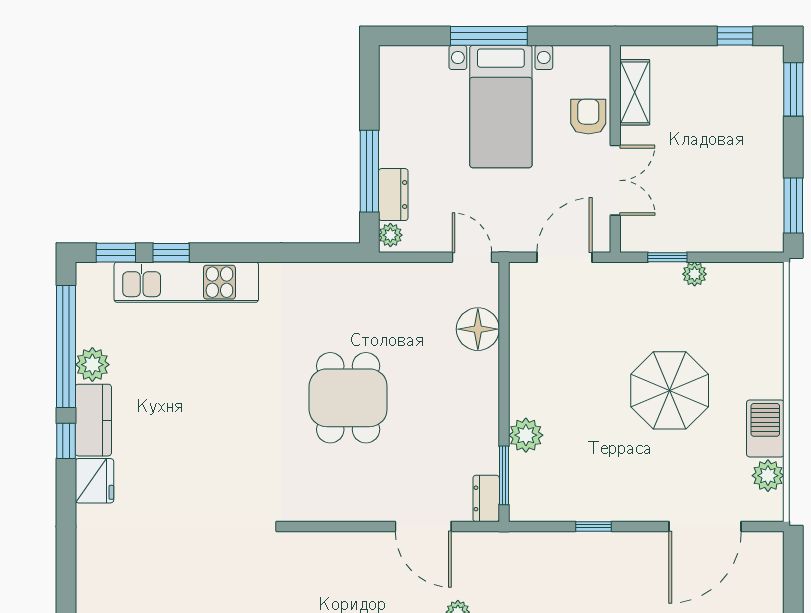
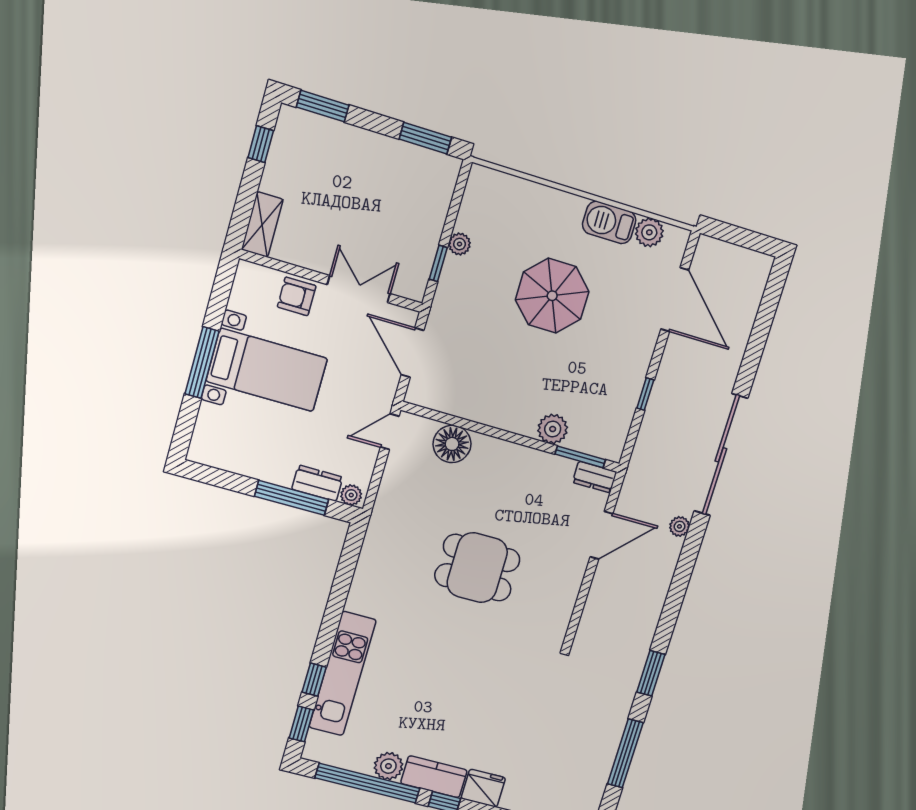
shelving: (635, 92) -> (262, 224), moved, turned 90

